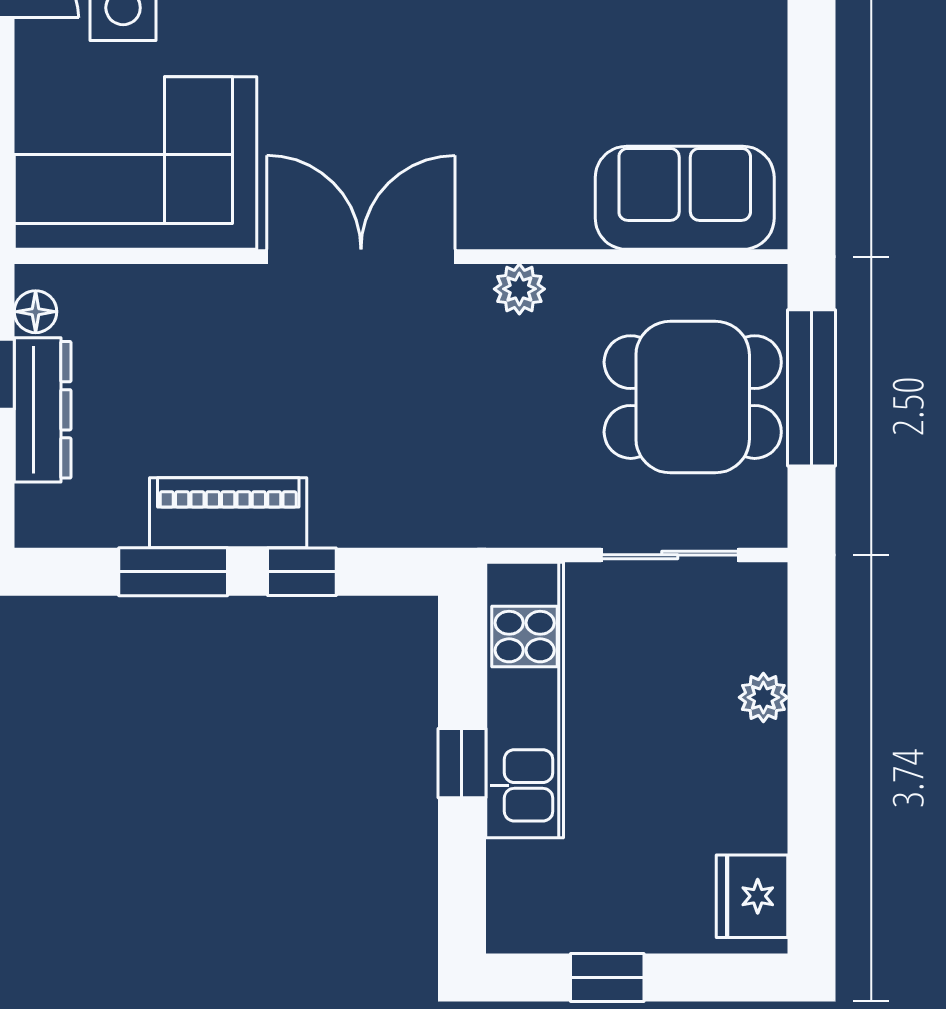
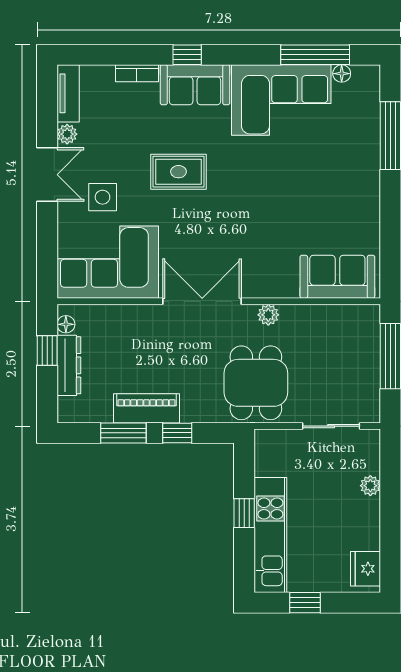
dining table: (693, 397) -> (256, 383), moved, turned 90
kitchen unit: (525, 700) -> (270, 535), moved

